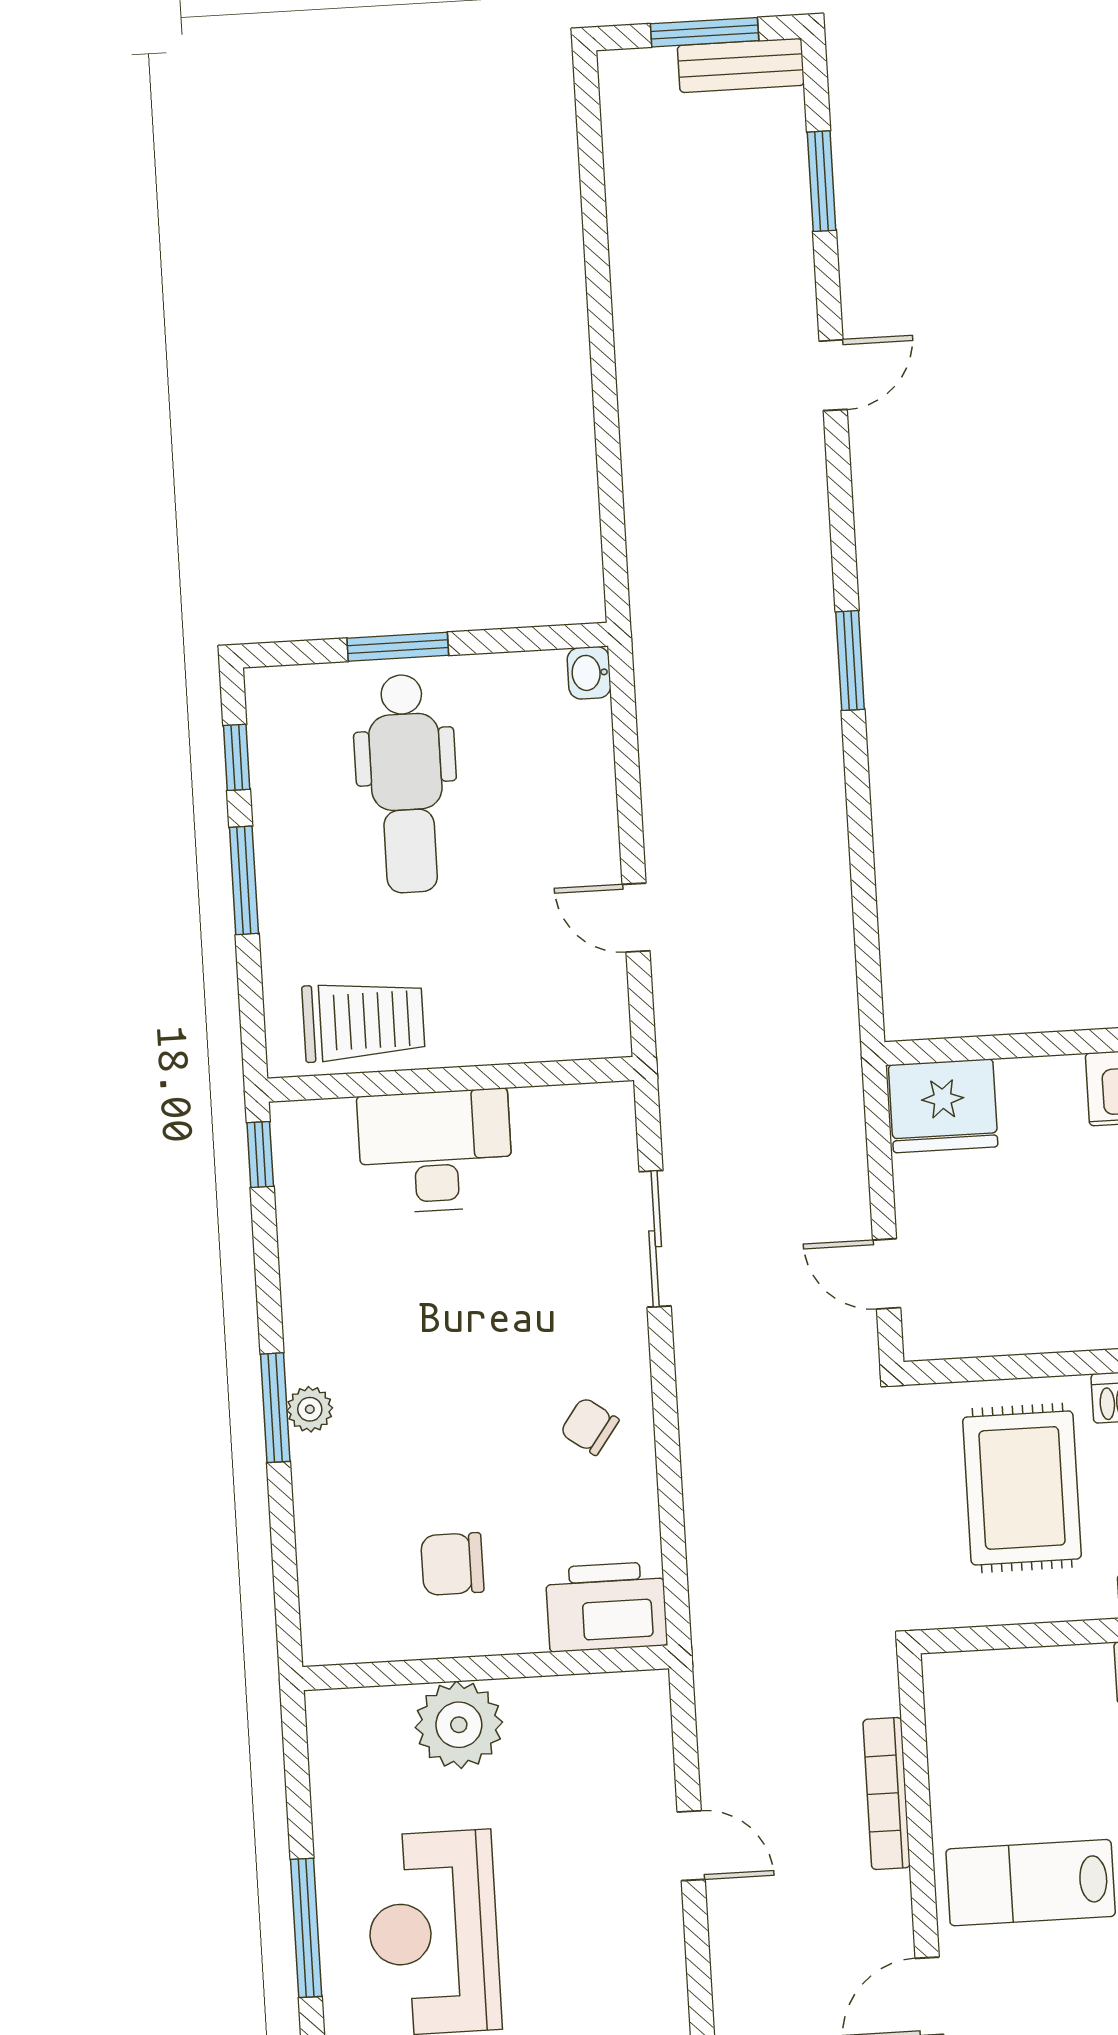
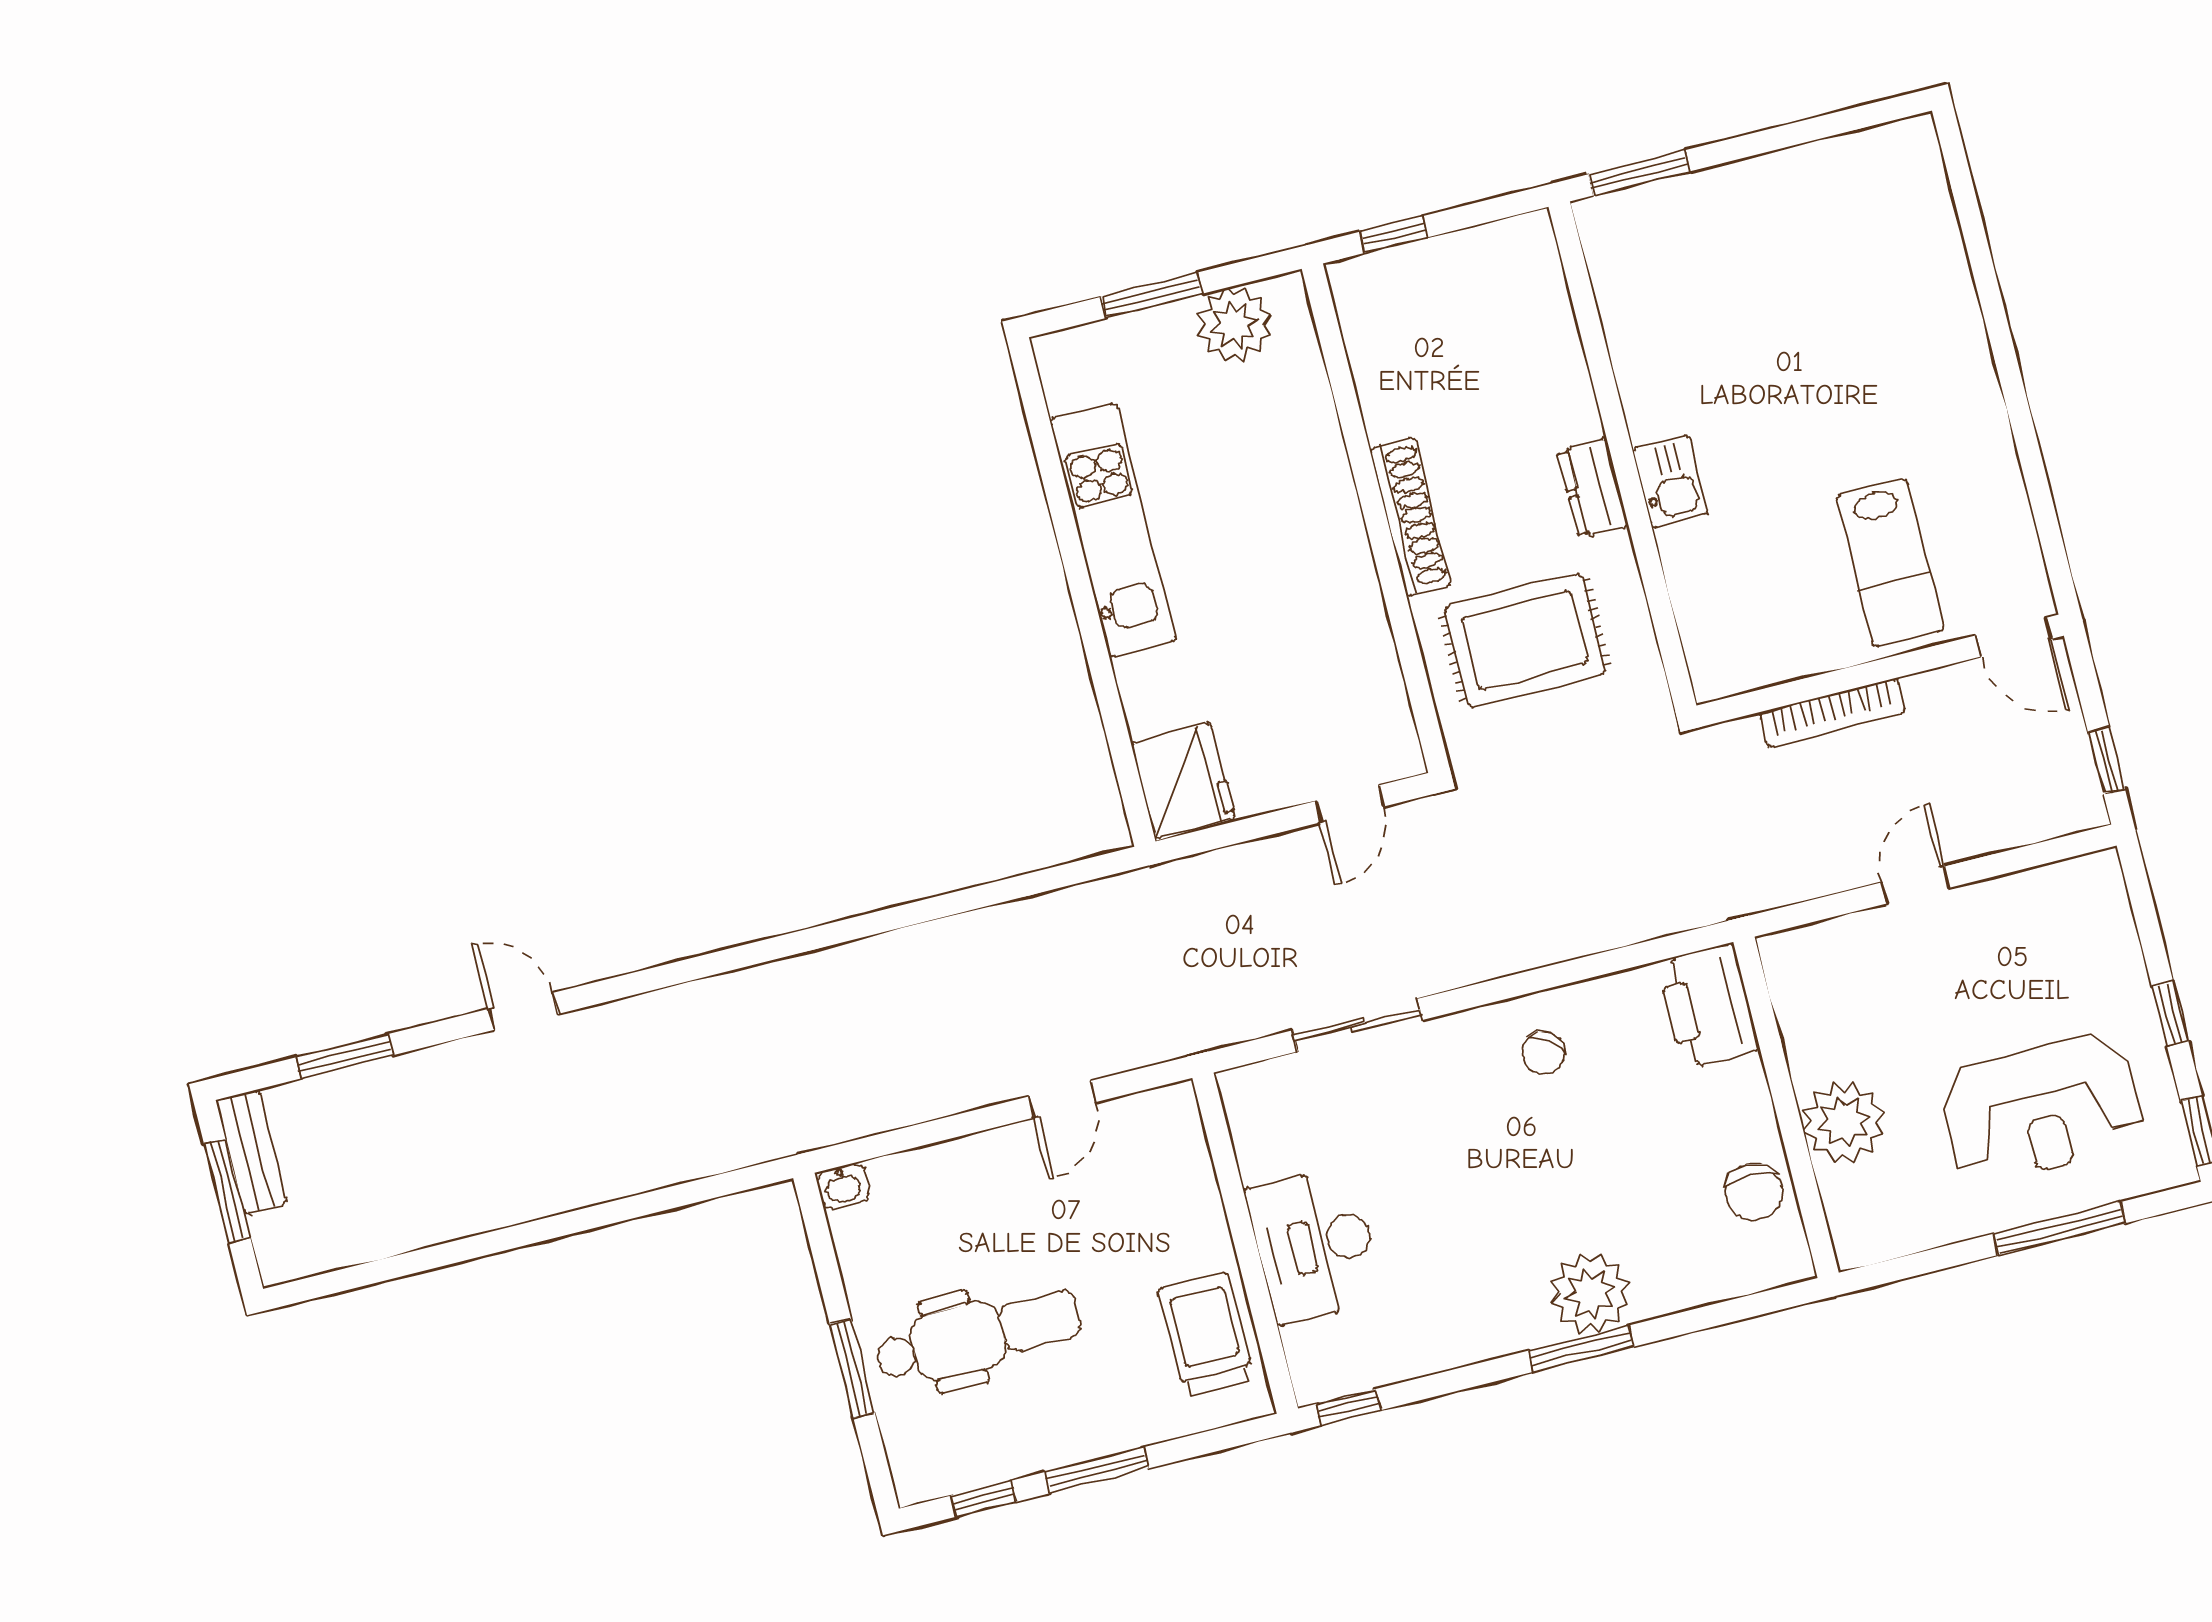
window: (850, 661) -> (786, 945), removed
plant: (310, 1409) -> (1590, 1293), width x1.88, depth x1.88
chair: (452, 1564) -> (1754, 1192), moved

